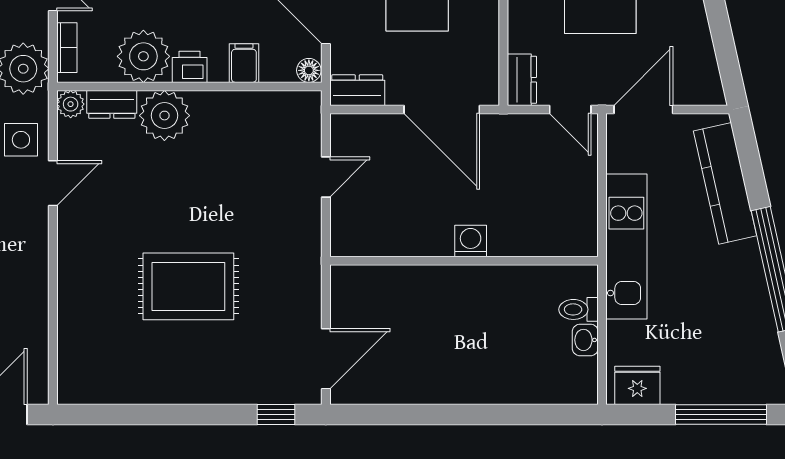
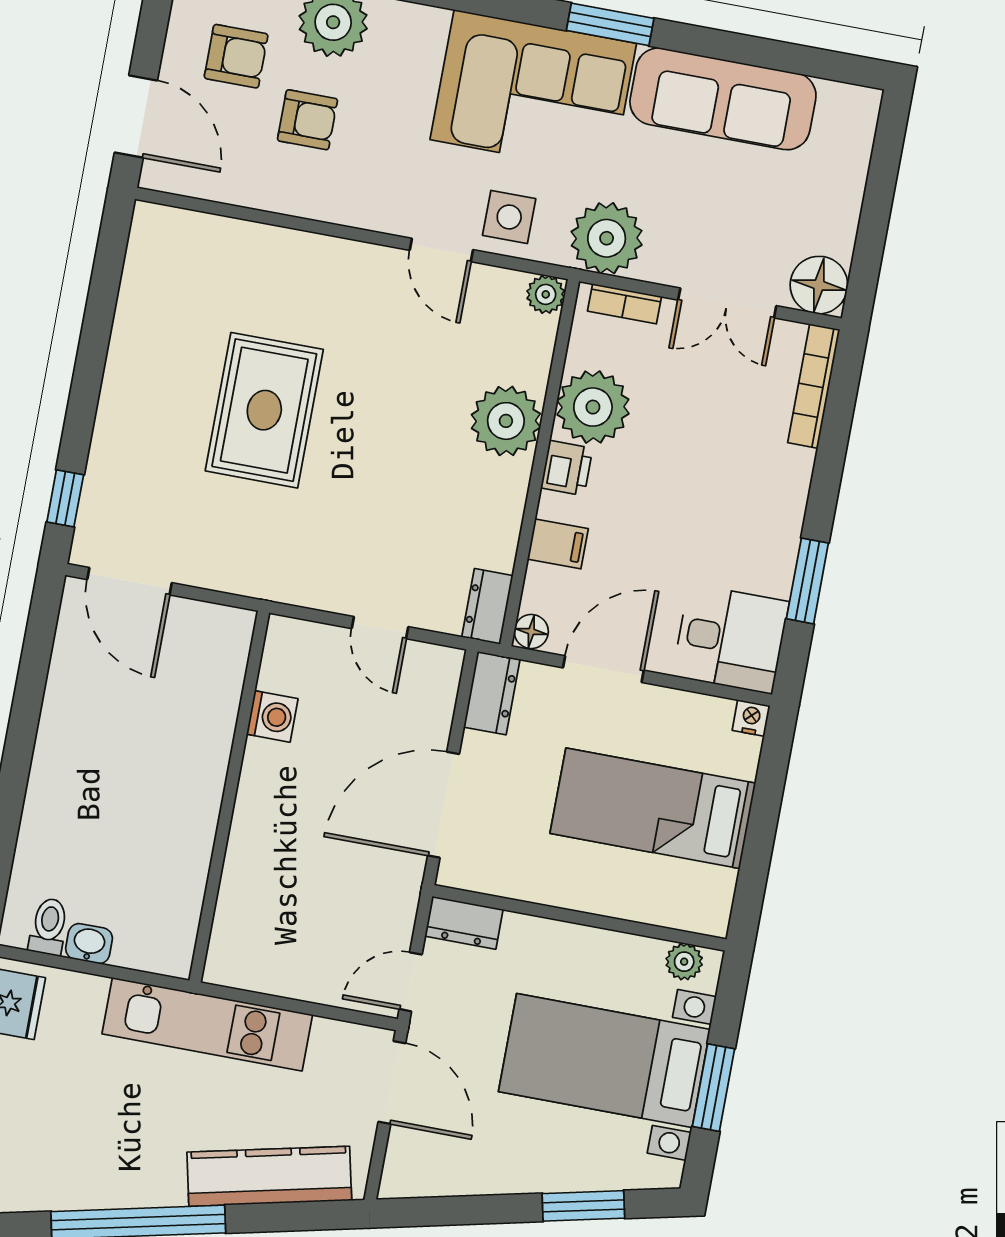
dresser: (112, 104) -> (487, 606), moved
washing machine: (471, 241) -> (272, 716), moved
toilet: (579, 309) -> (49, 927), moved

